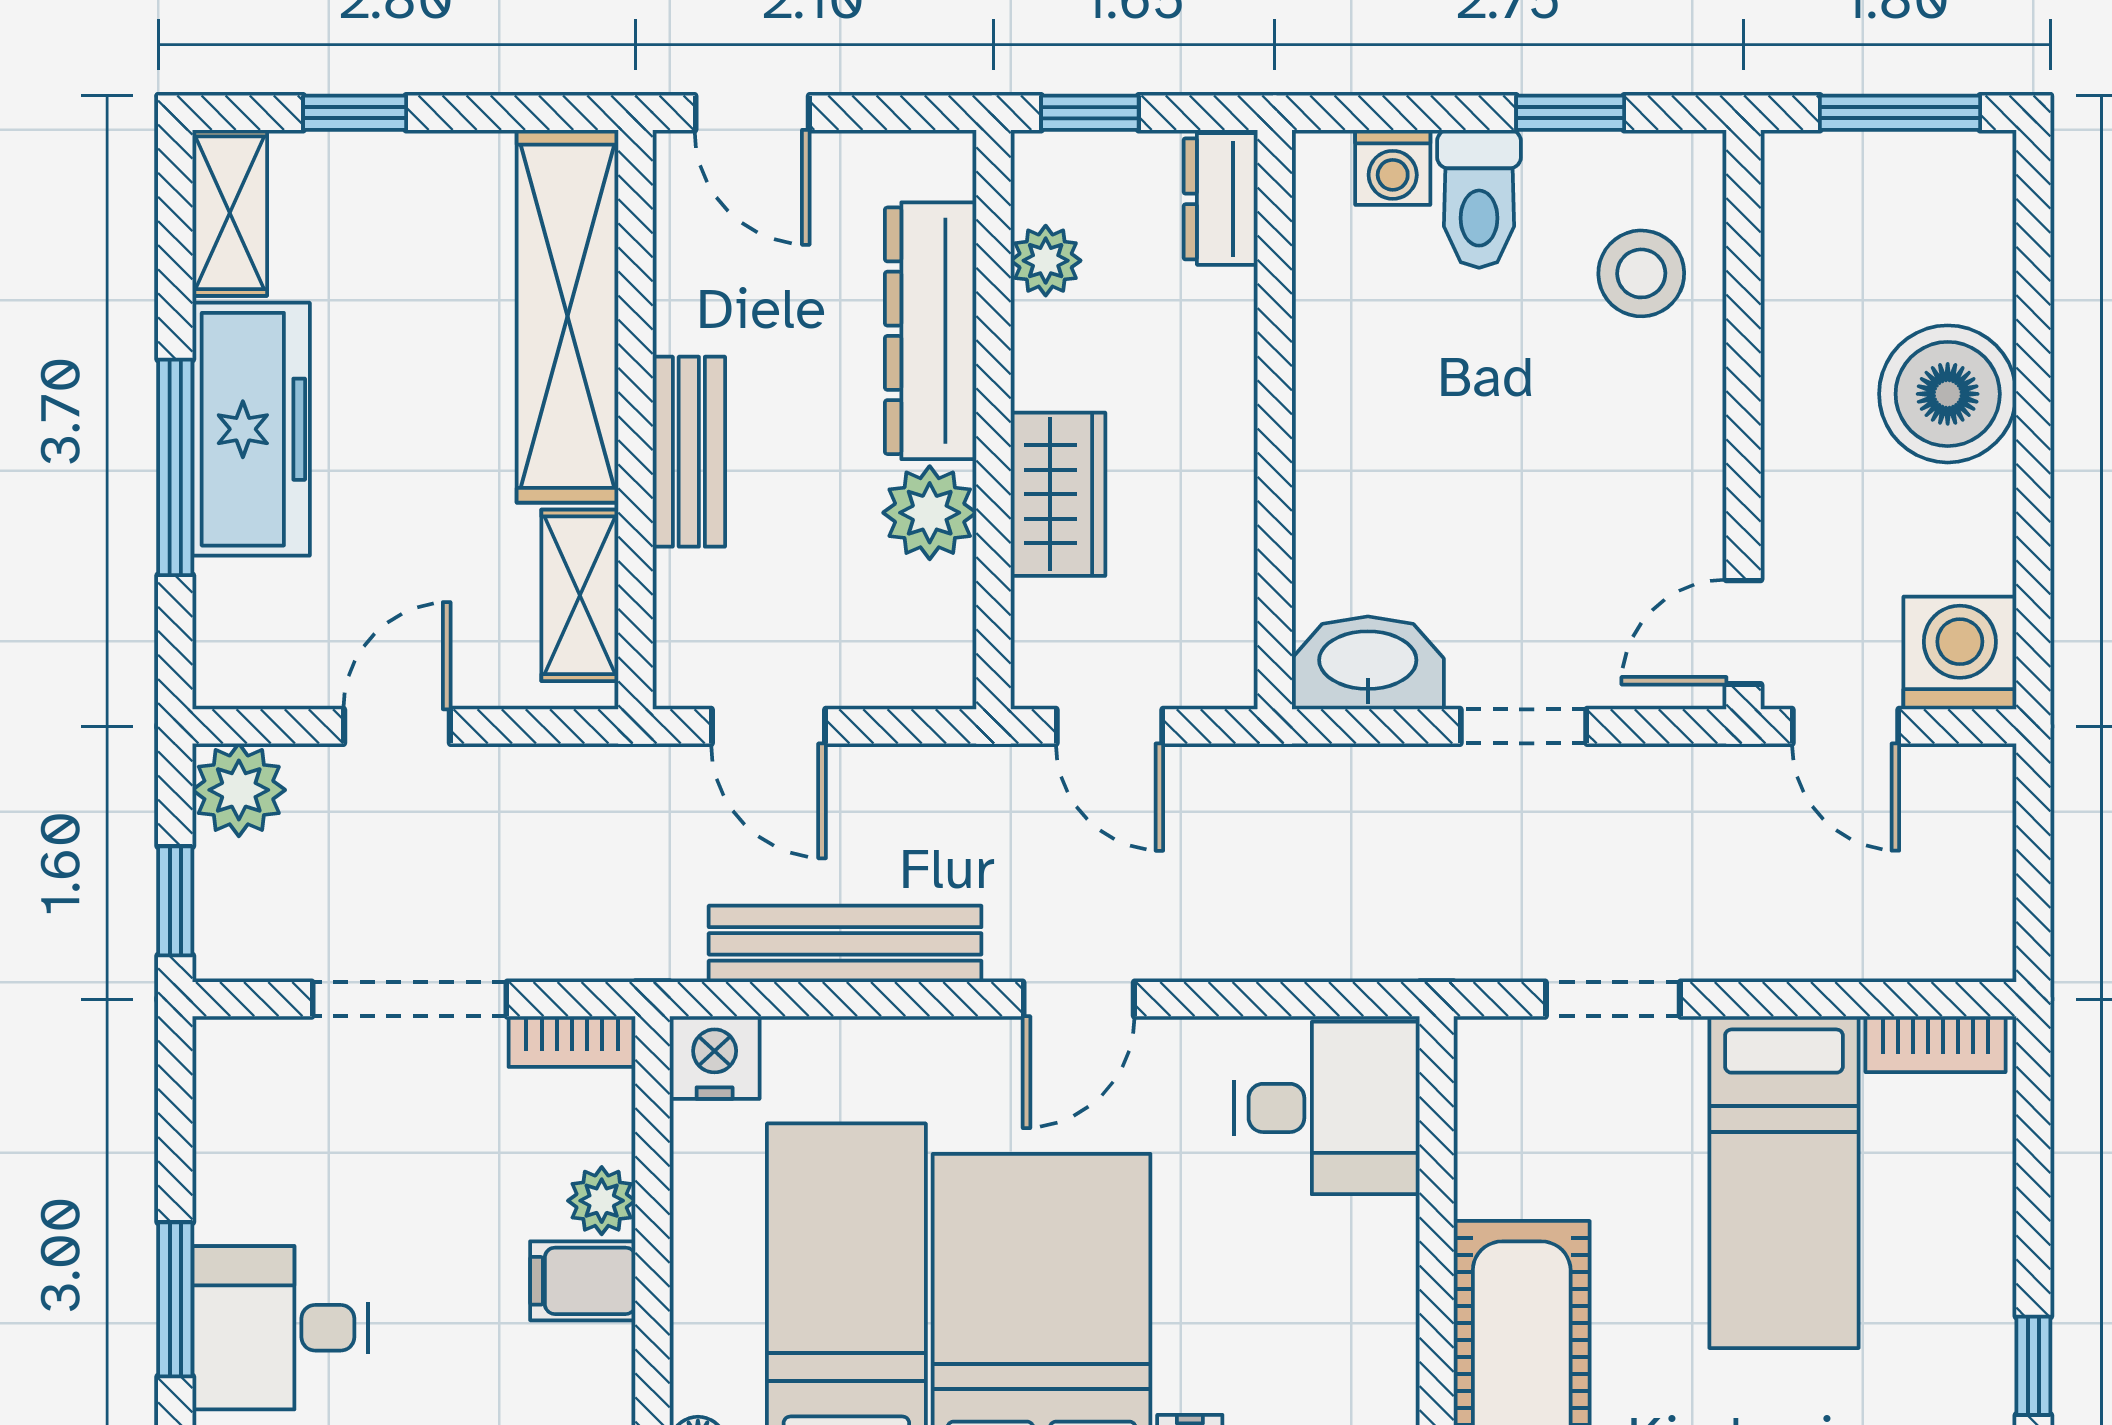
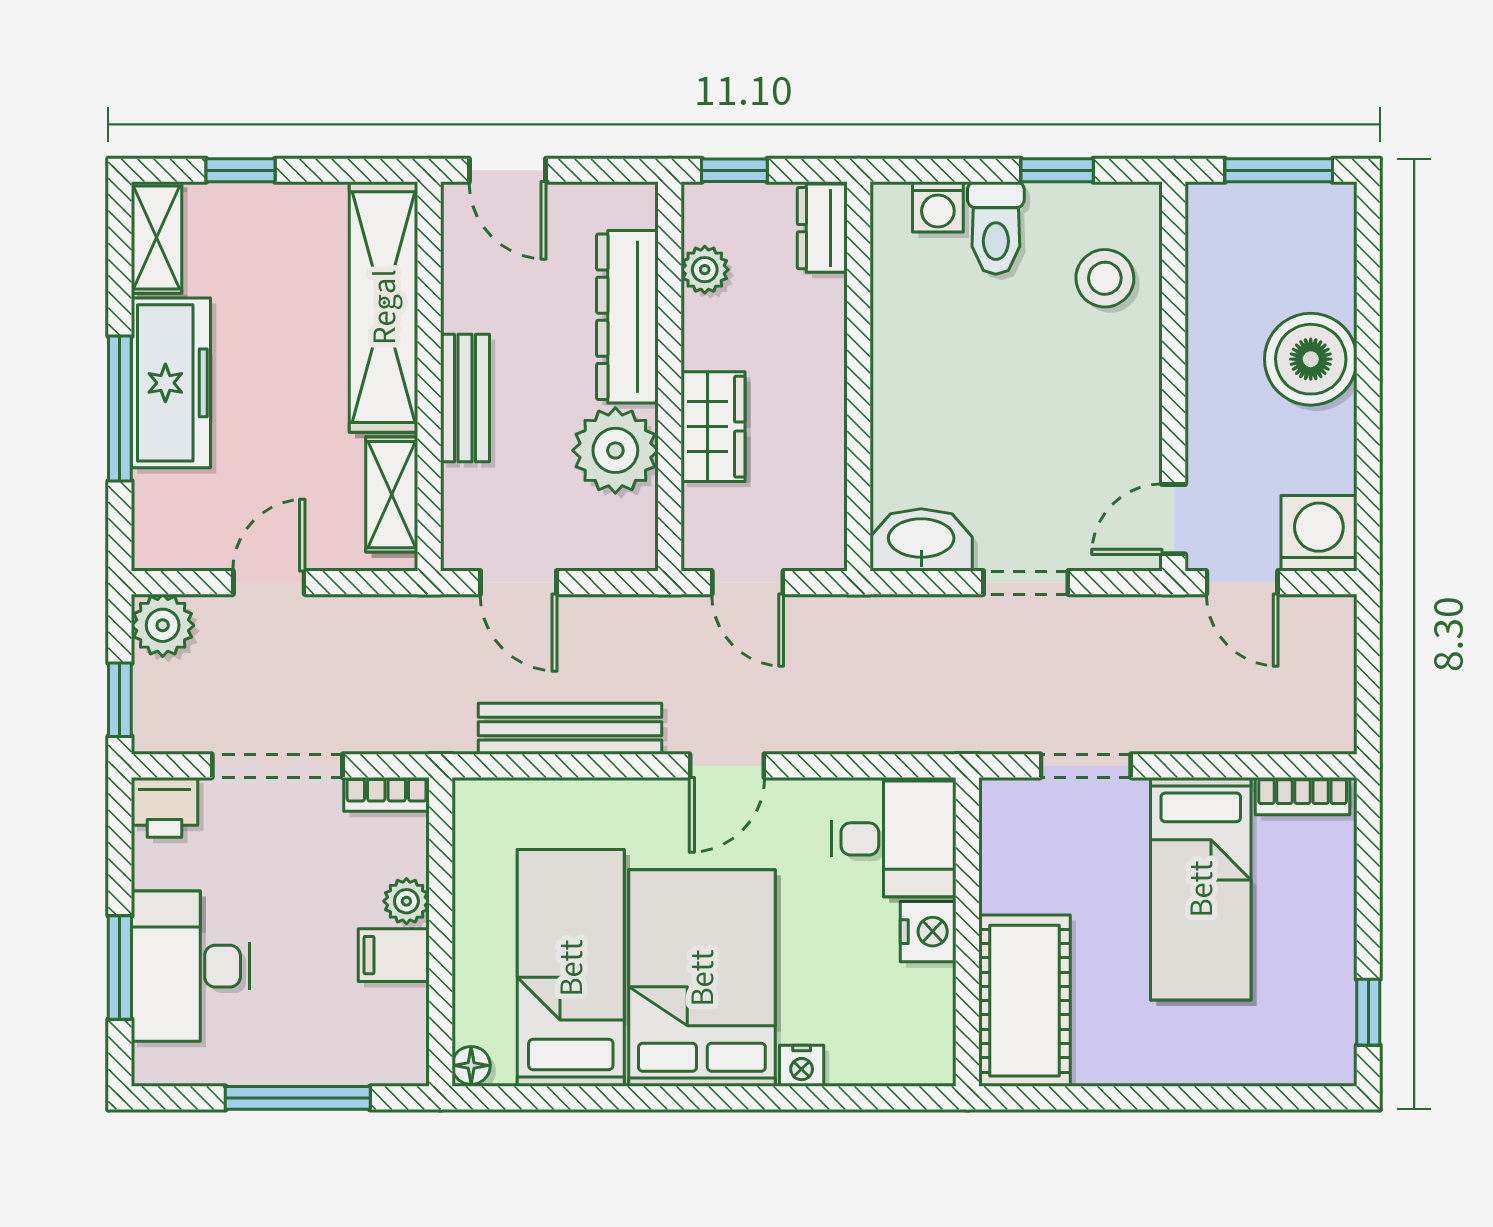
plant: (930, 513) -> (615, 450), width x1.36, depth x1.36
nightstand: (715, 1058) -> (928, 932), moved, turned 90
printer: (242, 1061) -> (164, 807), added
desk: (280, 1328) -> (191, 966), width x1.37

